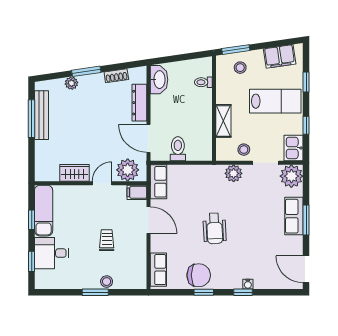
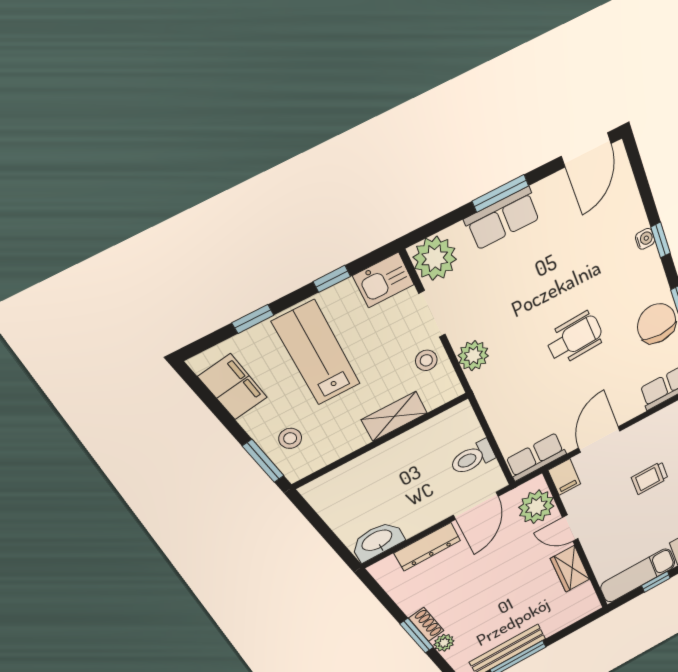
shoe rack: (116, 76) -> (426, 624), moved
toilet: (203, 82) -> (346, 479), removed

